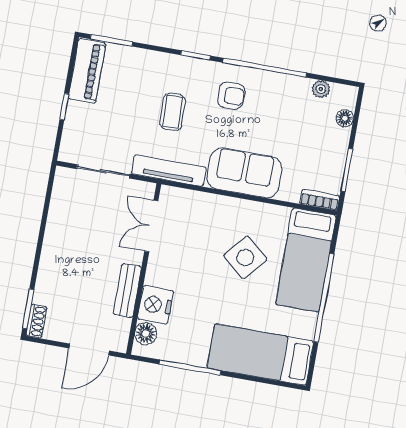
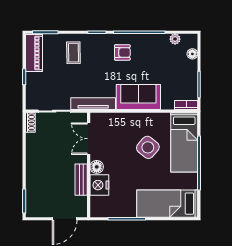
coffee table: (173, 112) -> (73, 53), moved
shoe rack: (36, 321) -> (30, 122), moved
floor lamp: (146, 334) -> (97, 167), moved

